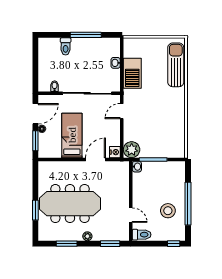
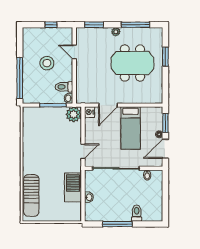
meeting table: (70, 204) -> (132, 63), width x0.73
window: (188, 204) -> (20, 78), moved
stool: (168, 211) -> (47, 63), moved
toilet: (142, 235) -> (64, 87), moved
window: (67, 244) -> (136, 25), width x1.44
window: (174, 244) -> (51, 25), moved

